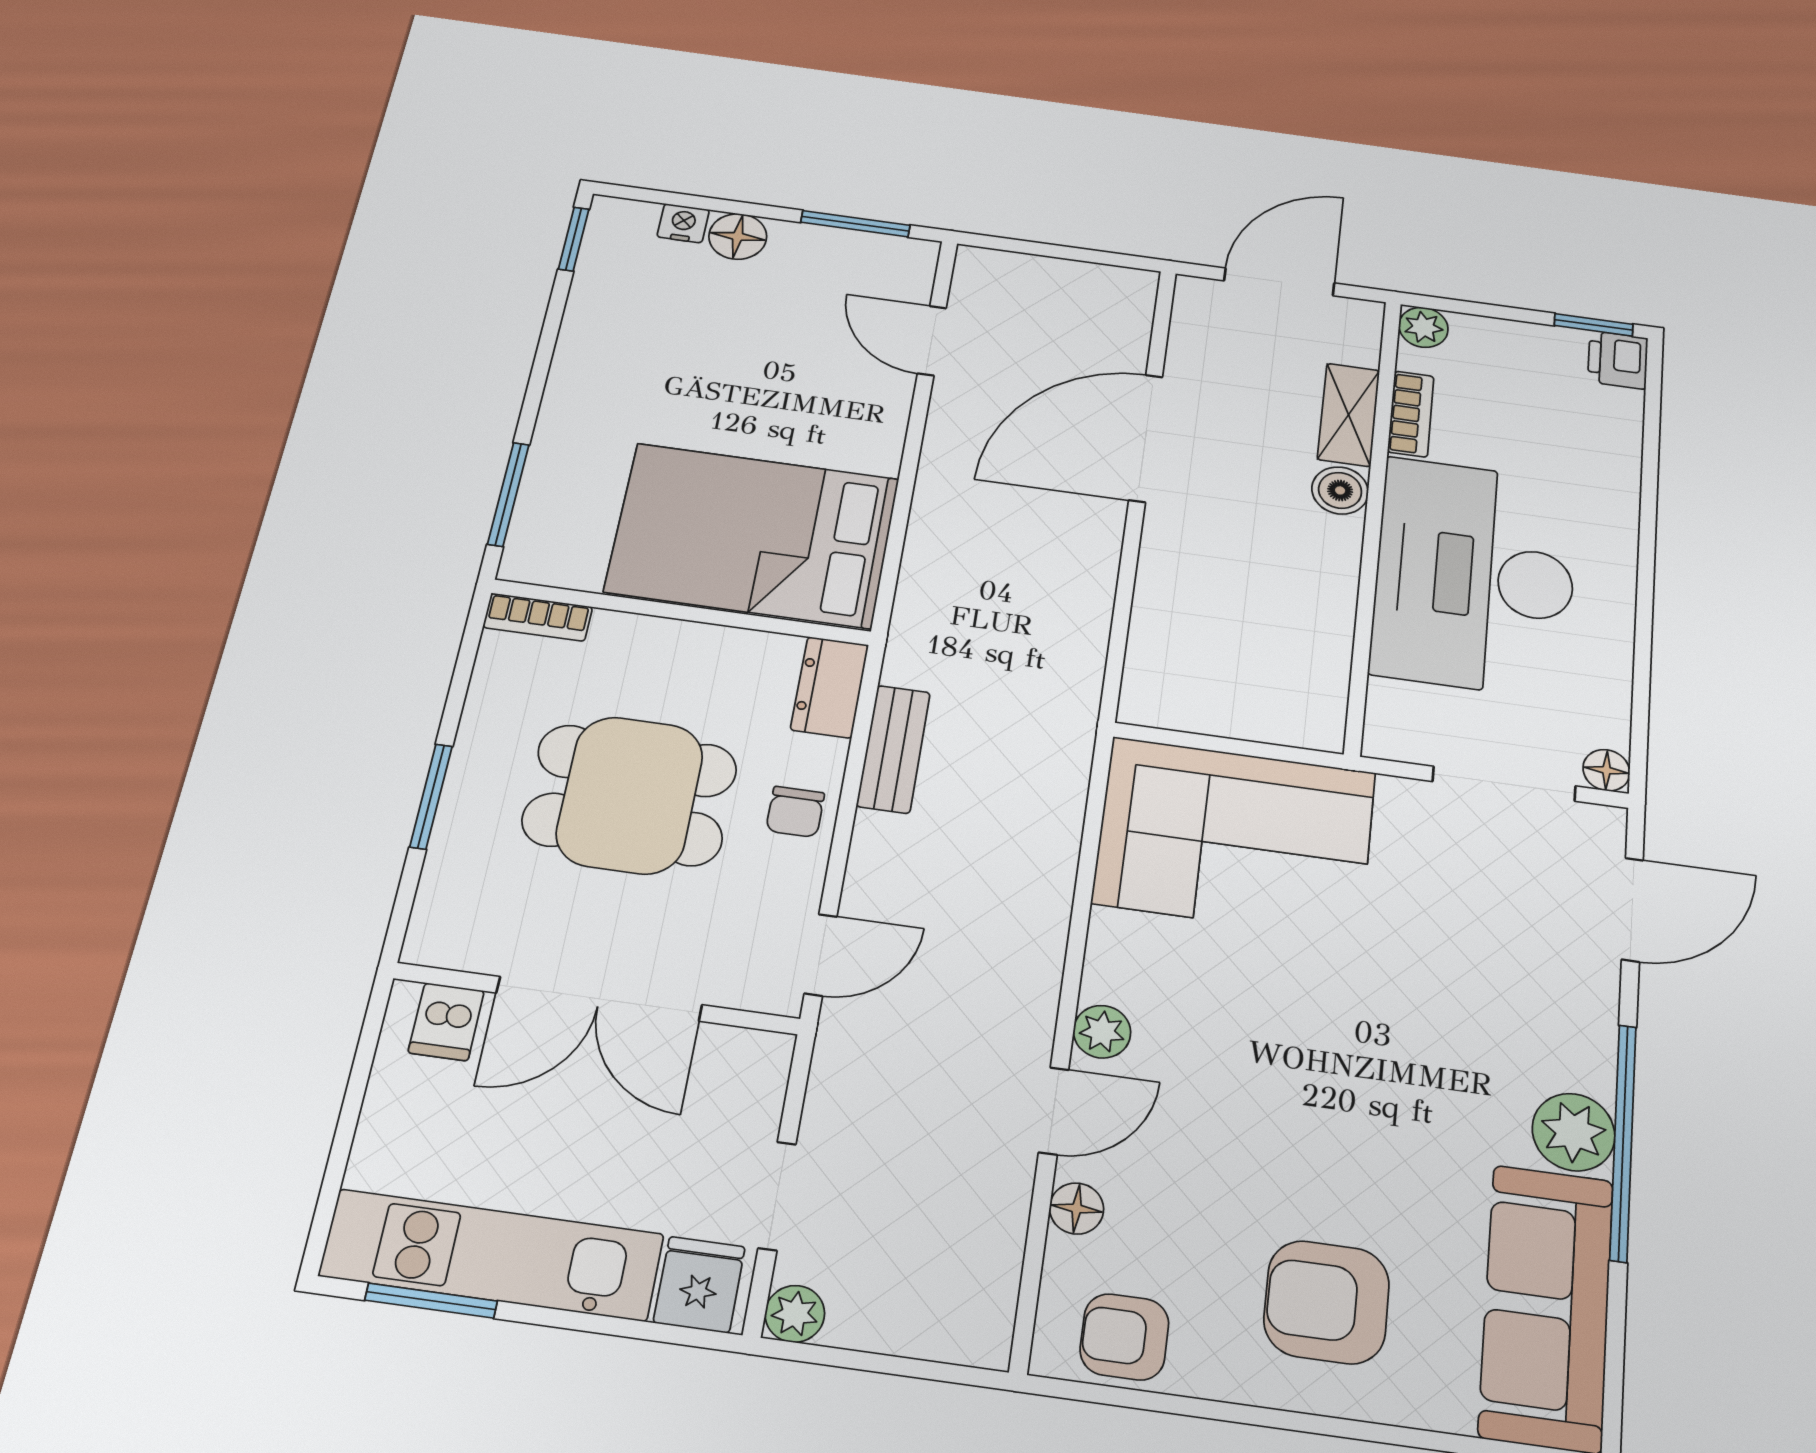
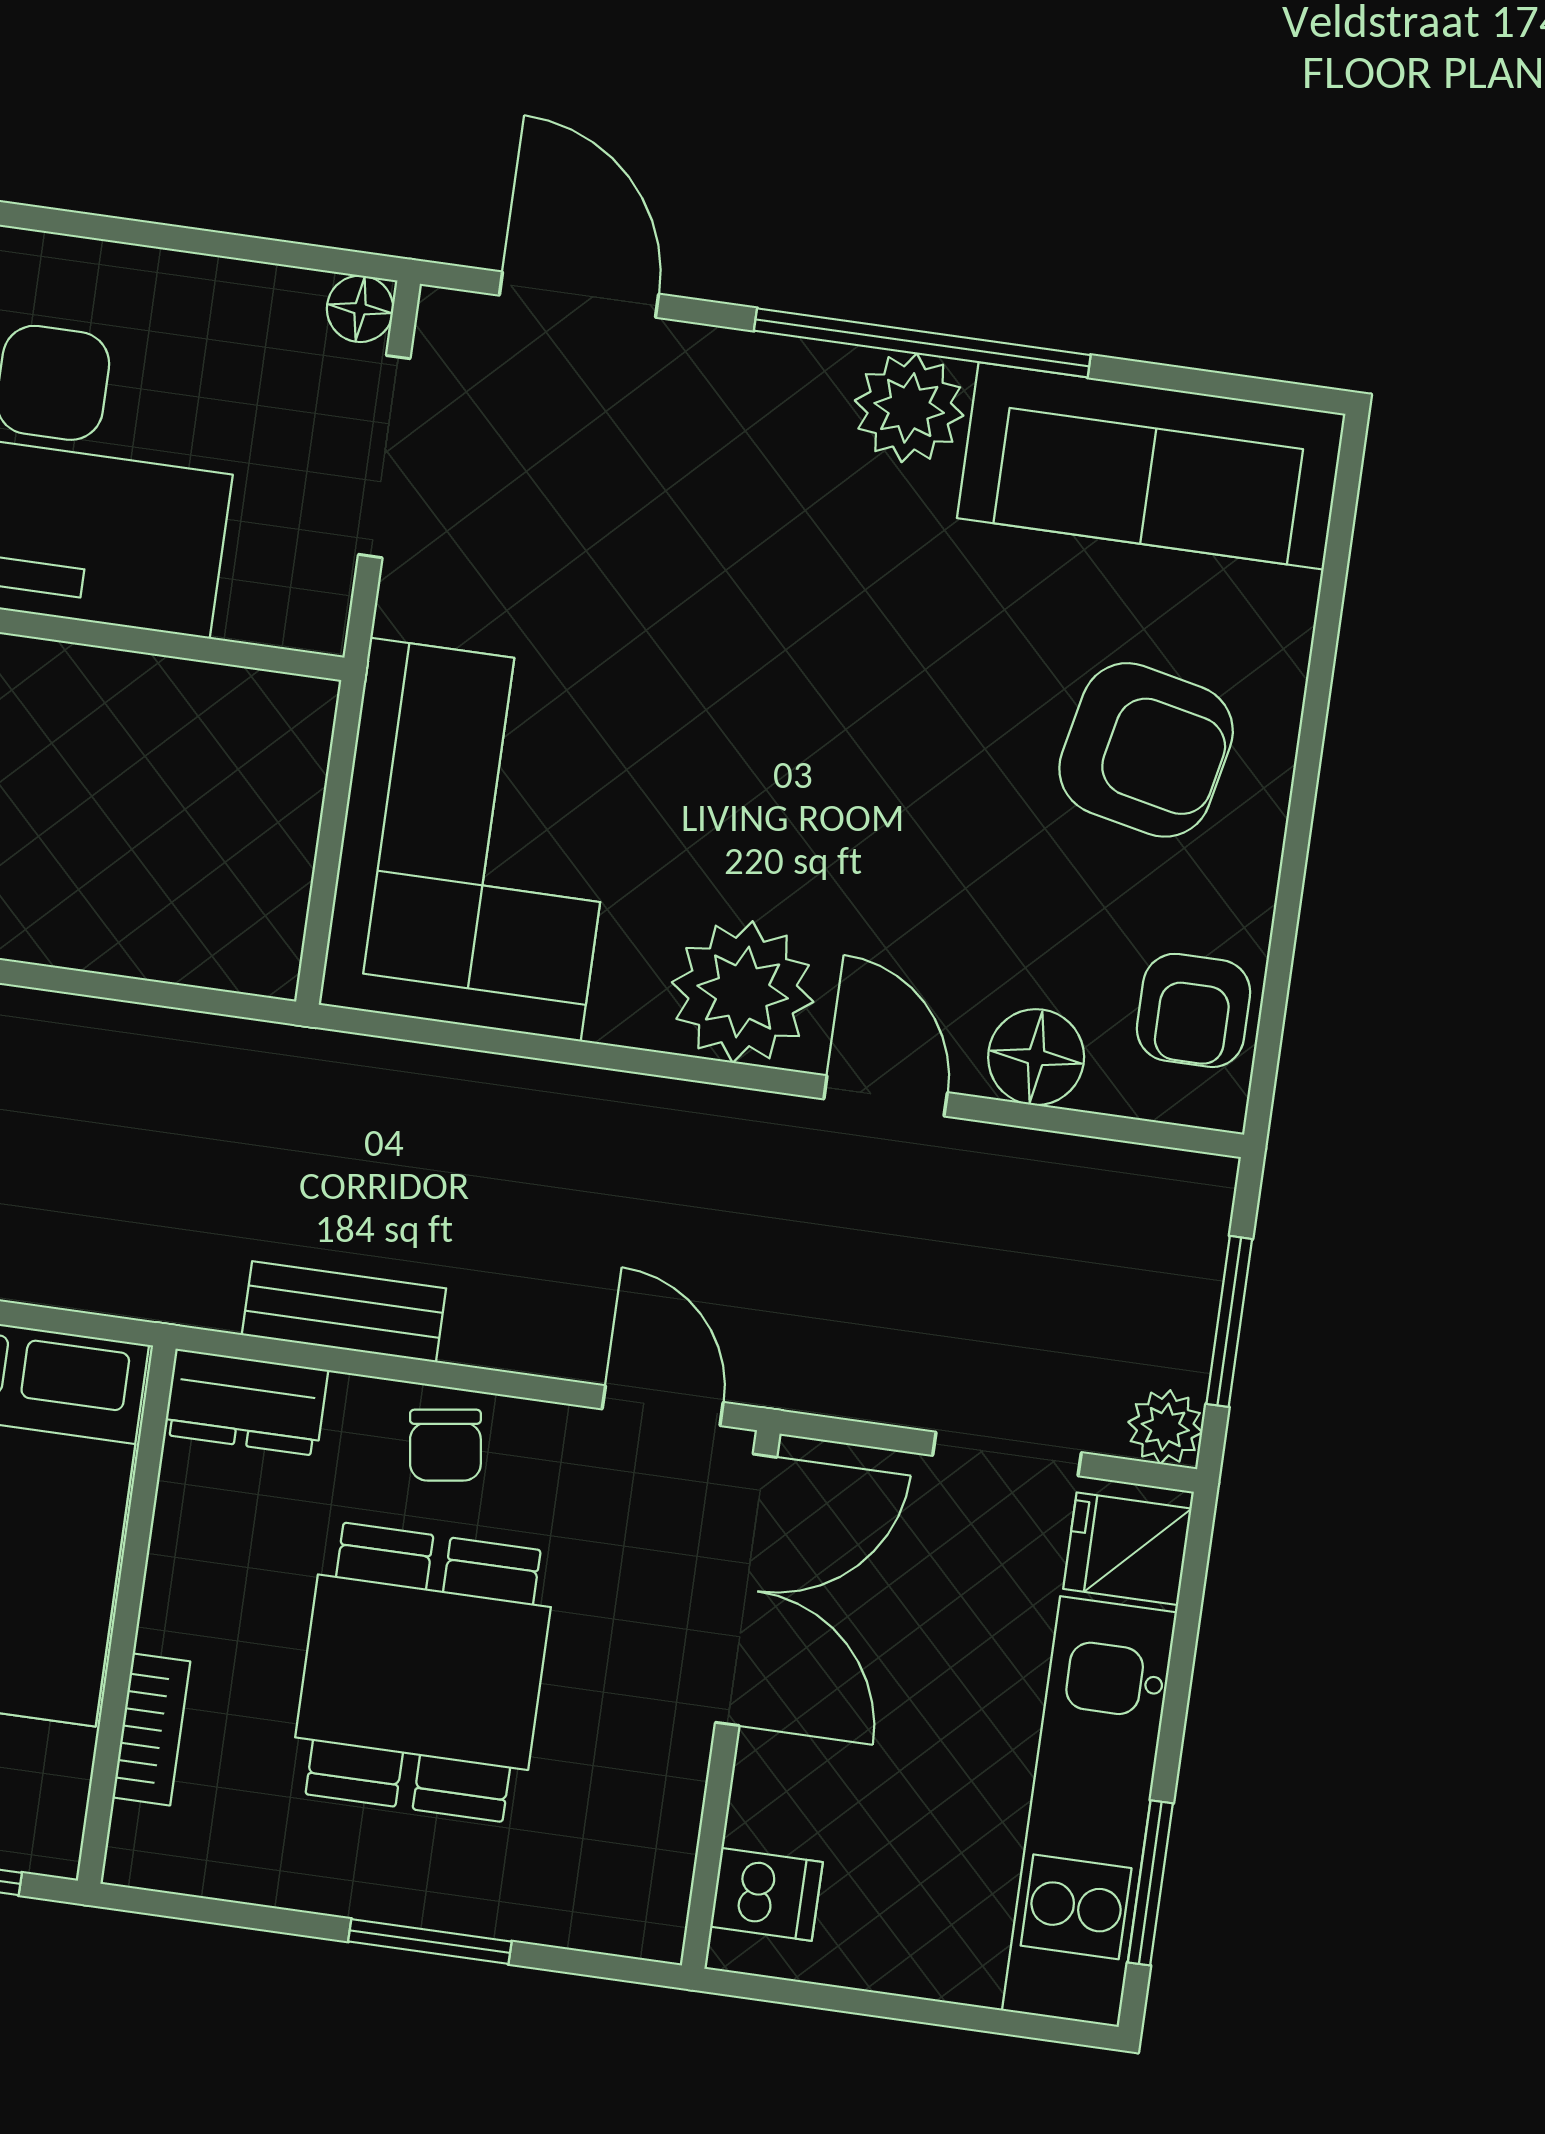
bookcase: (538, 617) -> (151, 1729), moved
chair: (795, 812) -> (445, 1445), turned 82
double door: (599, 999) -> (746, 1590), moved
plant: (1102, 1032) -> (743, 992), width x1.88, depth x1.88
floor lamp: (1077, 1209) -> (1036, 1057), width x1.37, depth x1.37
armchair: (1327, 1302) -> (1146, 750), turned -78
window: (878, 1363) -> (1229, 1321), added

